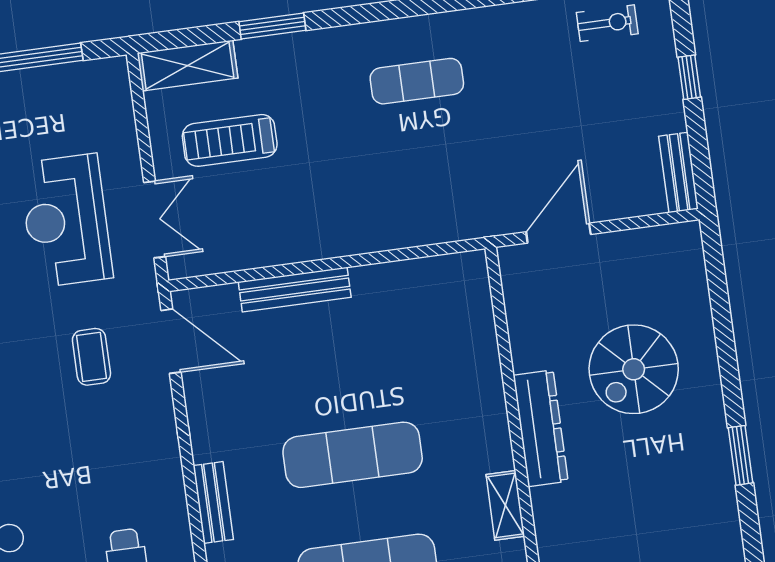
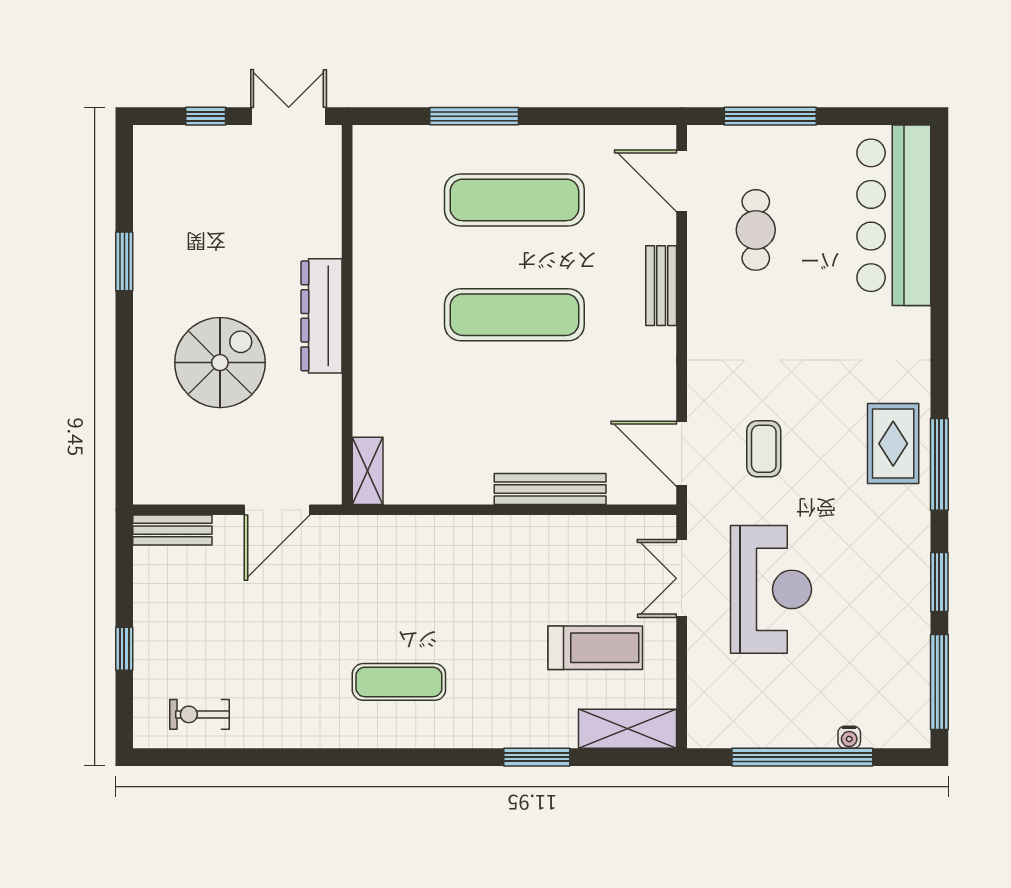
bench: (679, 173) -> (172, 530), moved, turned 90
shelving: (505, 505) -> (368, 471), moved

